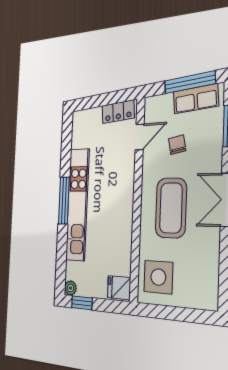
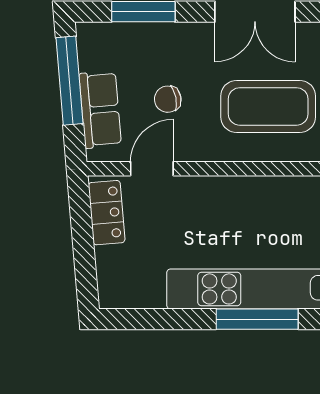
row of seats: (196, 99) -> (100, 110), moved
door: (140, 137) -> (152, 169), hinge flipped

